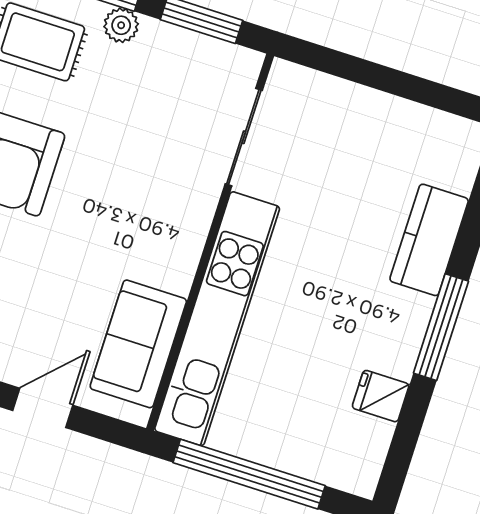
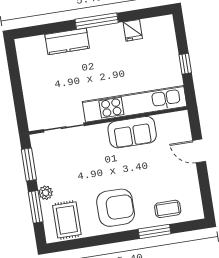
sofa: (138, 344) -> (132, 132), moved
window: (249, 474) -> (185, 64), width x0.32

